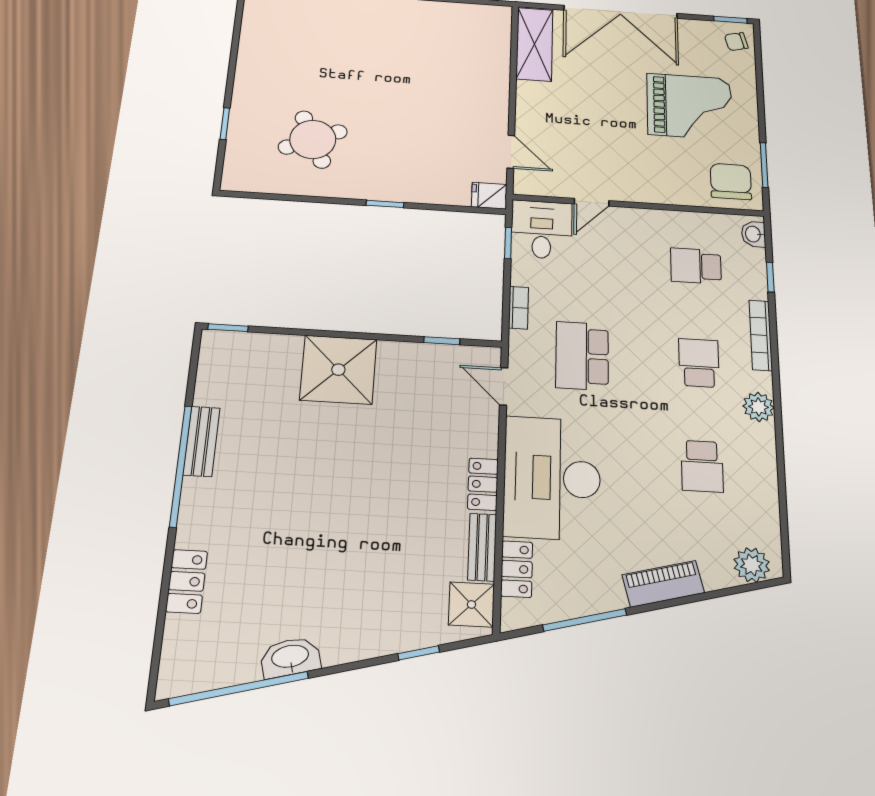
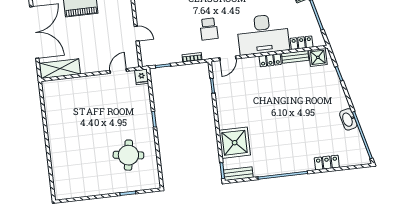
round table: (313, 139) -> (128, 155), turned 32
desk: (542, 230) -> (154, 53), removed
school desk: (582, 356) -> (209, 29), width x0.54
shower: (338, 370) -> (235, 143), moved
bench: (201, 441) -> (238, 174), moved

